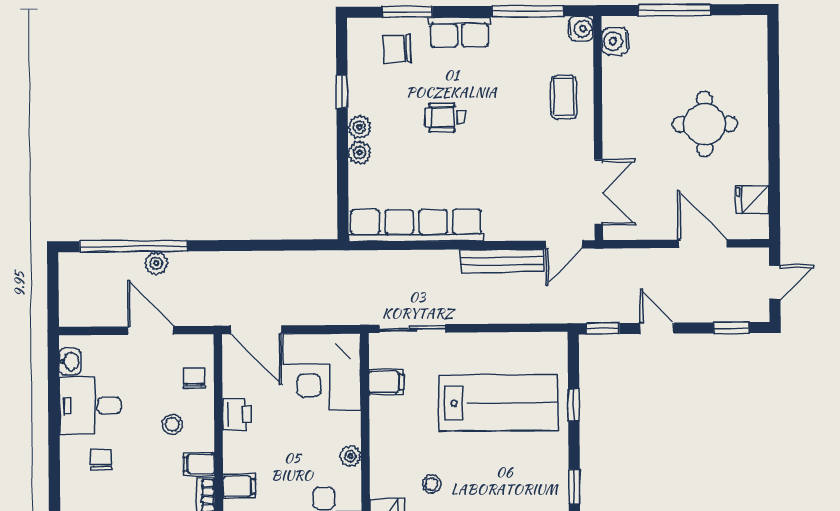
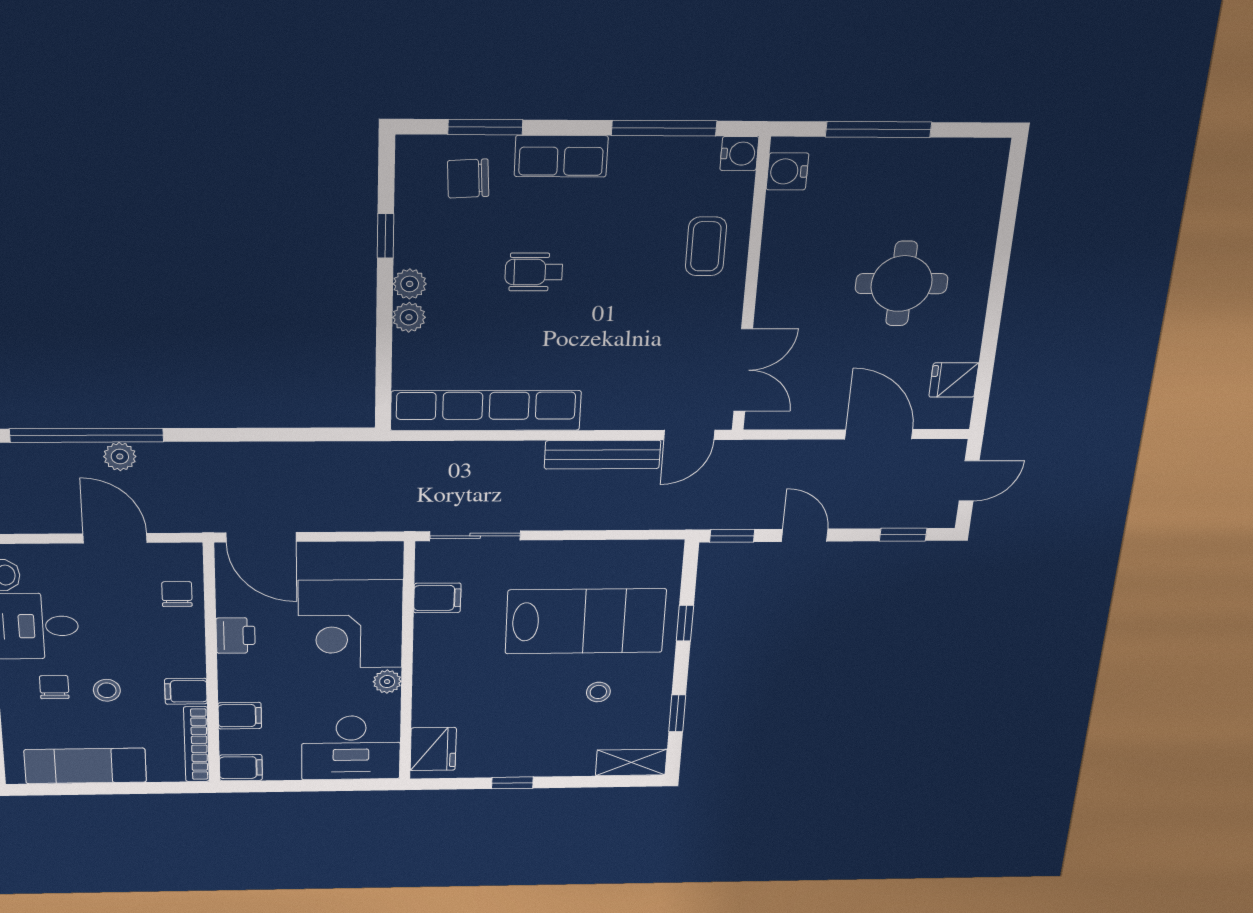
corner desk: (322, 372) -> (350, 624), moved
stool: (172, 424) -> (107, 690), moved
stool: (432, 484) -> (598, 692), moved

